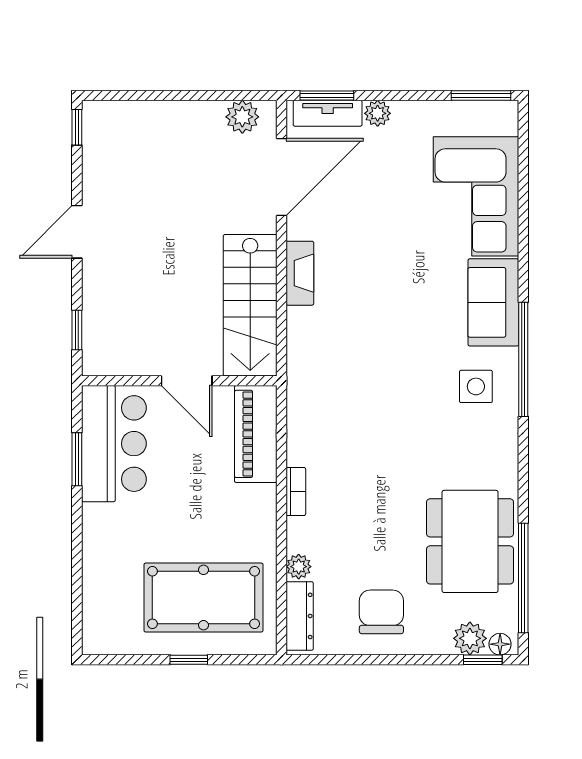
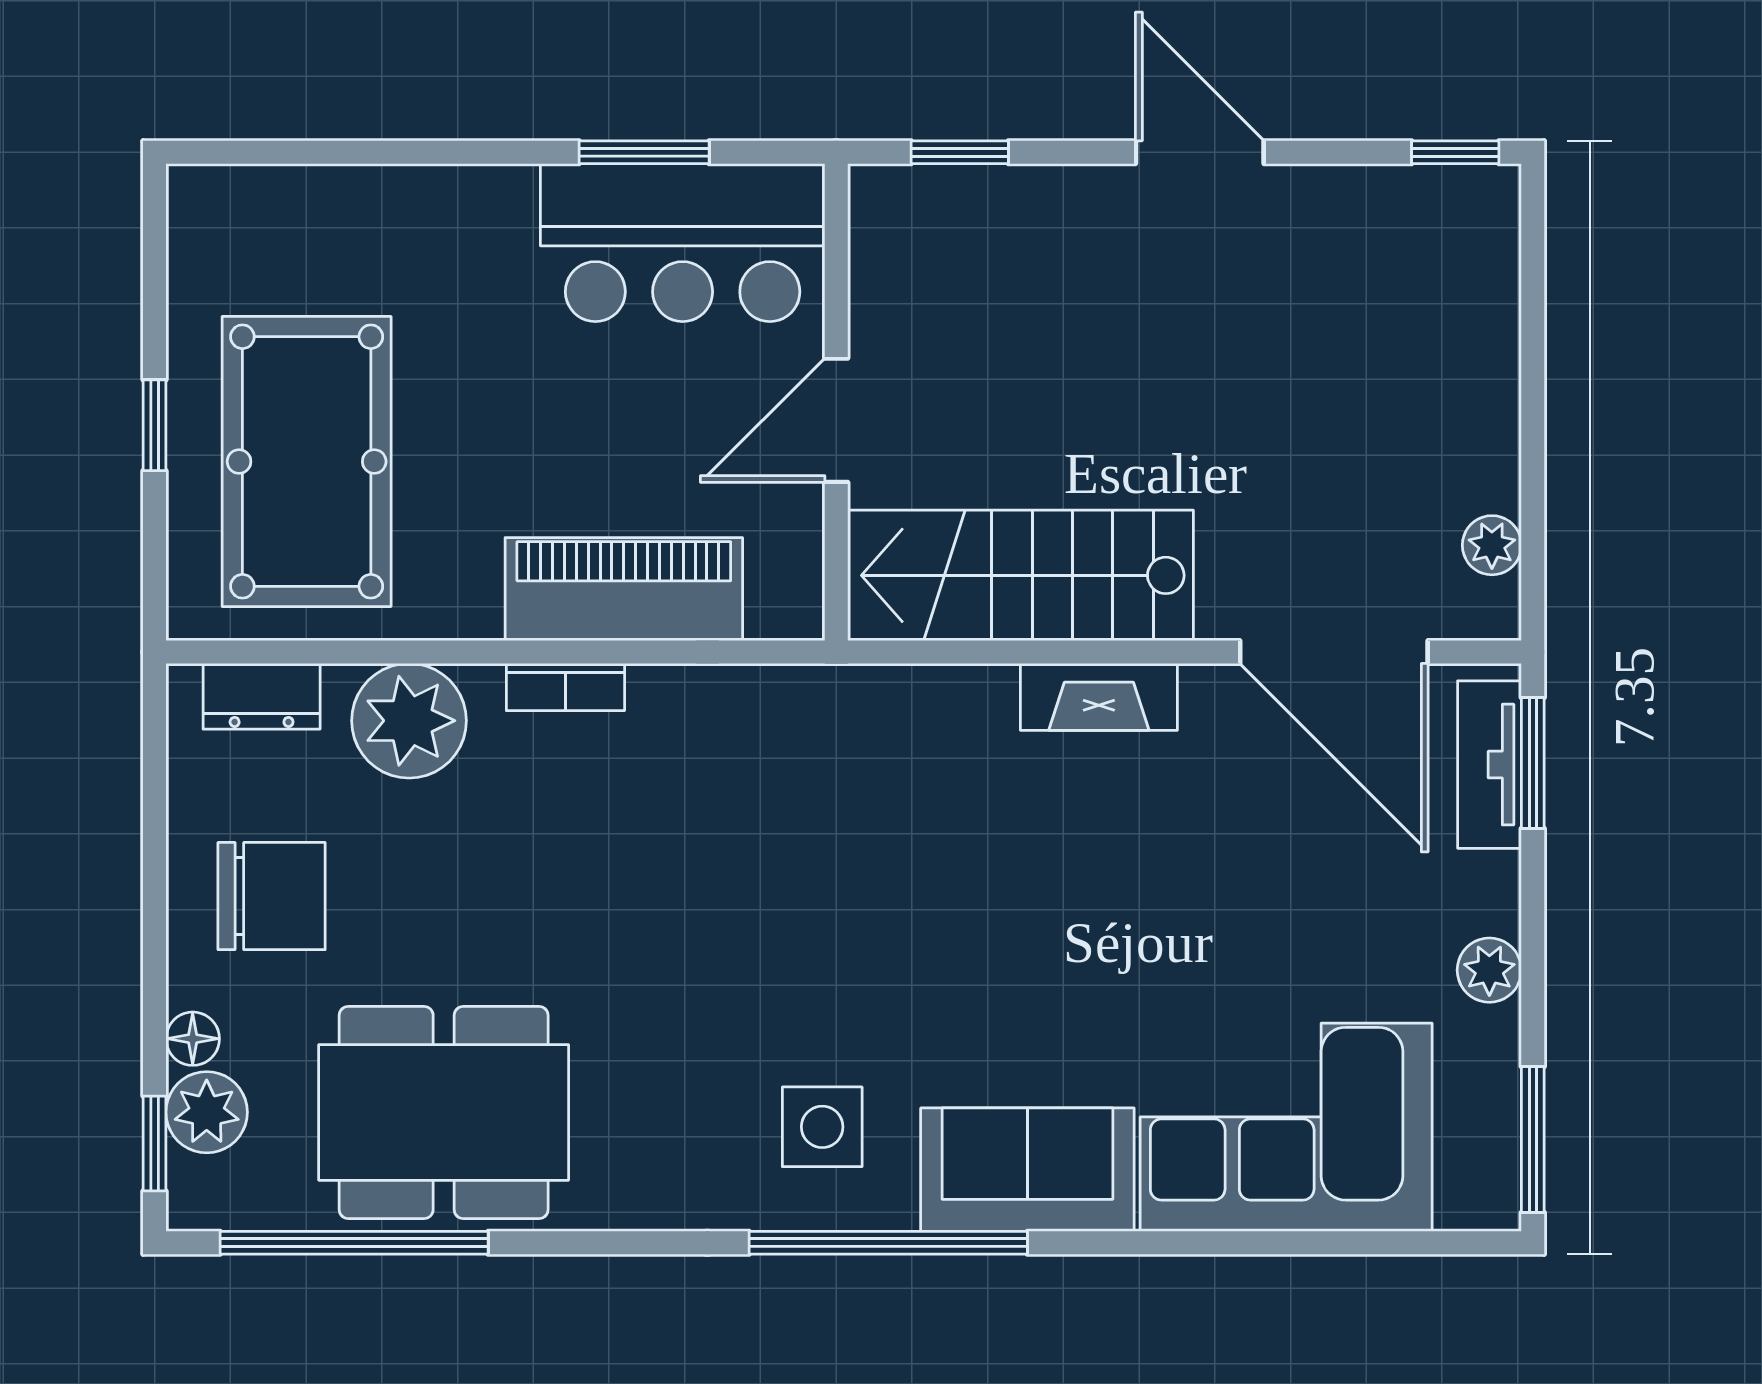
plant: (378, 113) -> (1489, 970), moved
plant: (242, 117) -> (1492, 545), width x0.73, depth x0.73
piano: (256, 434) -> (624, 589), moved
plant: (299, 567) -> (409, 721), width x1.88, depth x1.88
dresser: (300, 616) -> (262, 696), width x0.70
floor lamp: (500, 644) -> (193, 1039), moved

